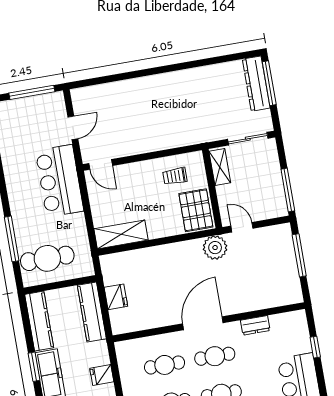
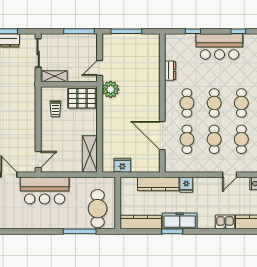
fridge: (116, 297) -> (122, 165), moved
kitchen counter: (92, 312) -> (158, 184), moved
door: (203, 323) -> (162, 136), moved

